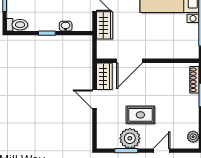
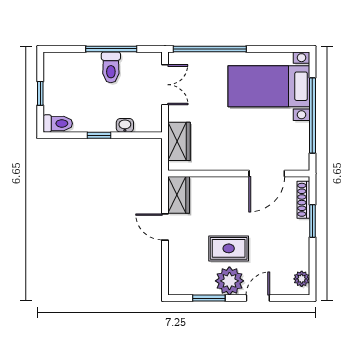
wardrobe: (105, 25) -> (179, 141), moved
door: (130, 61) -> (267, 173), moved
plant: (130, 138) -> (229, 281), moved

